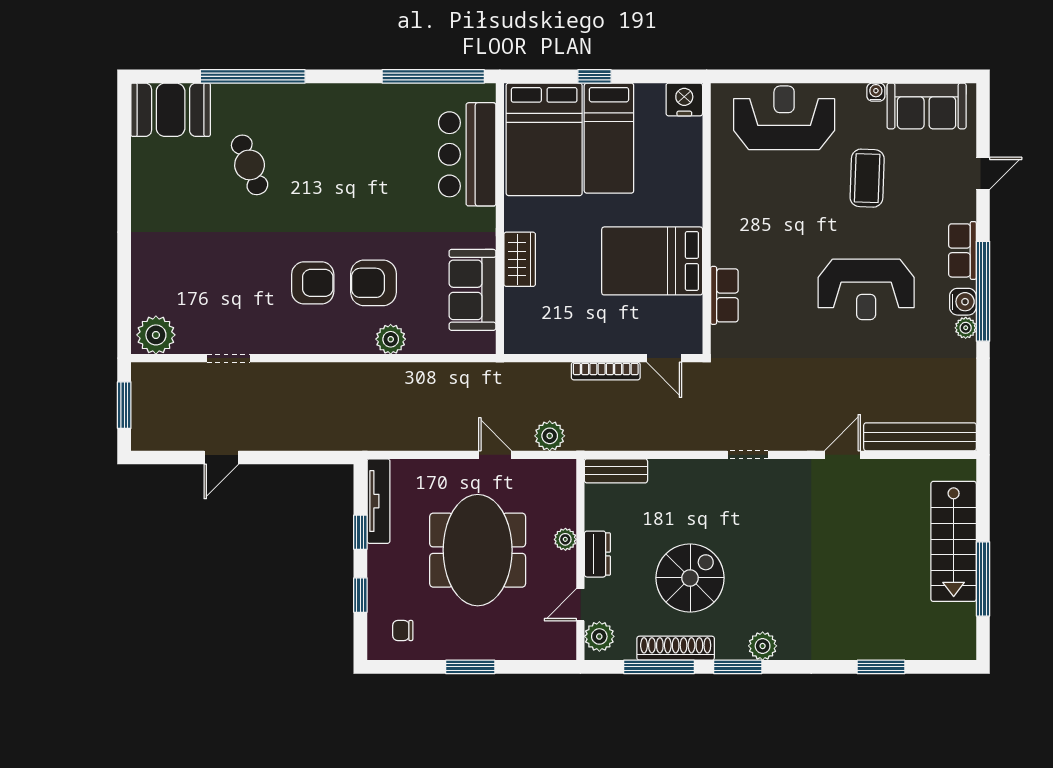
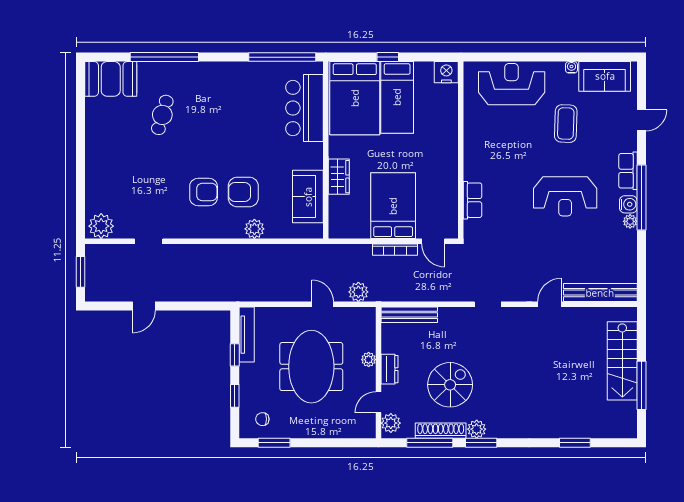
cafe table: (250, 165) -> (162, 115), turned 37
bed: (652, 261) -> (393, 206), moved, turned 90
bench: (616, 471) -> (409, 315), width x1.36
plant: (763, 646) -> (477, 429), moved
window: (470, 667) -> (274, 443), moved

